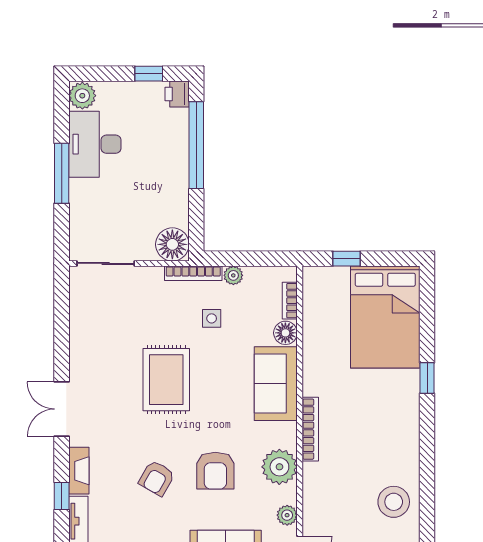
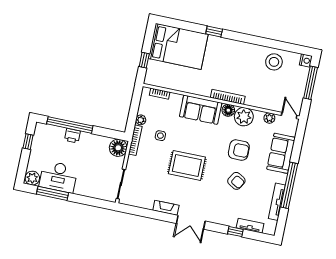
printer: (177, 94) -> (72, 136), moved
window: (62, 173) -> (53, 193), moved
floor lamp: (285, 333) -> (228, 110), moved
fireplace: (79, 471) -> (166, 208), moved

